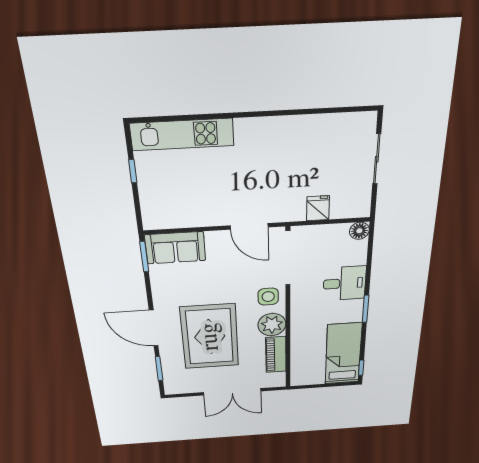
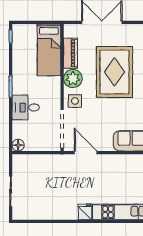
fridge: (318, 208) -> (85, 212), moved, turned 180
bed: (343, 354) -> (49, 50), moved

